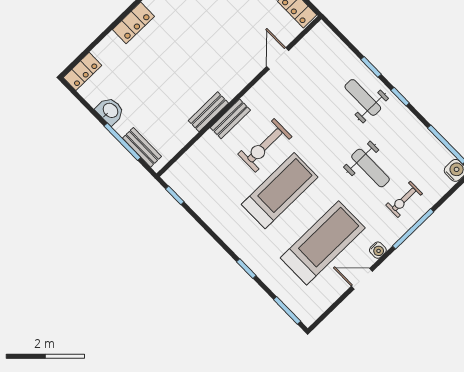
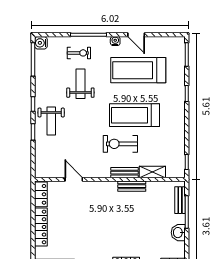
door: (278, 58) -> (74, 179), swing flipped
exercise bike: (265, 145) -> (120, 144), turned 180
shelving: (201, 149) -> (152, 172), added

